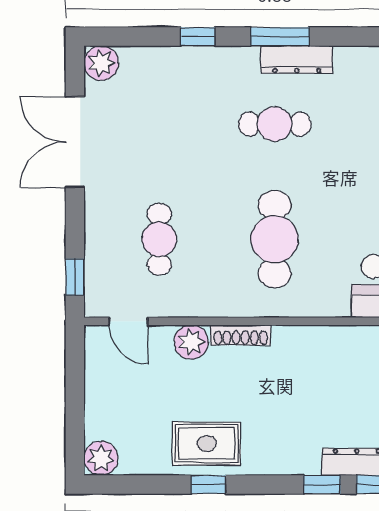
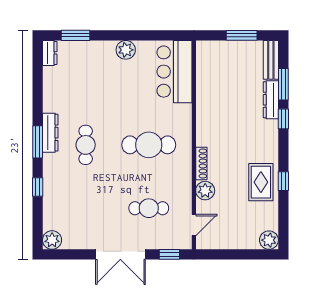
double door: (75, 142) -> (120, 254), moved

